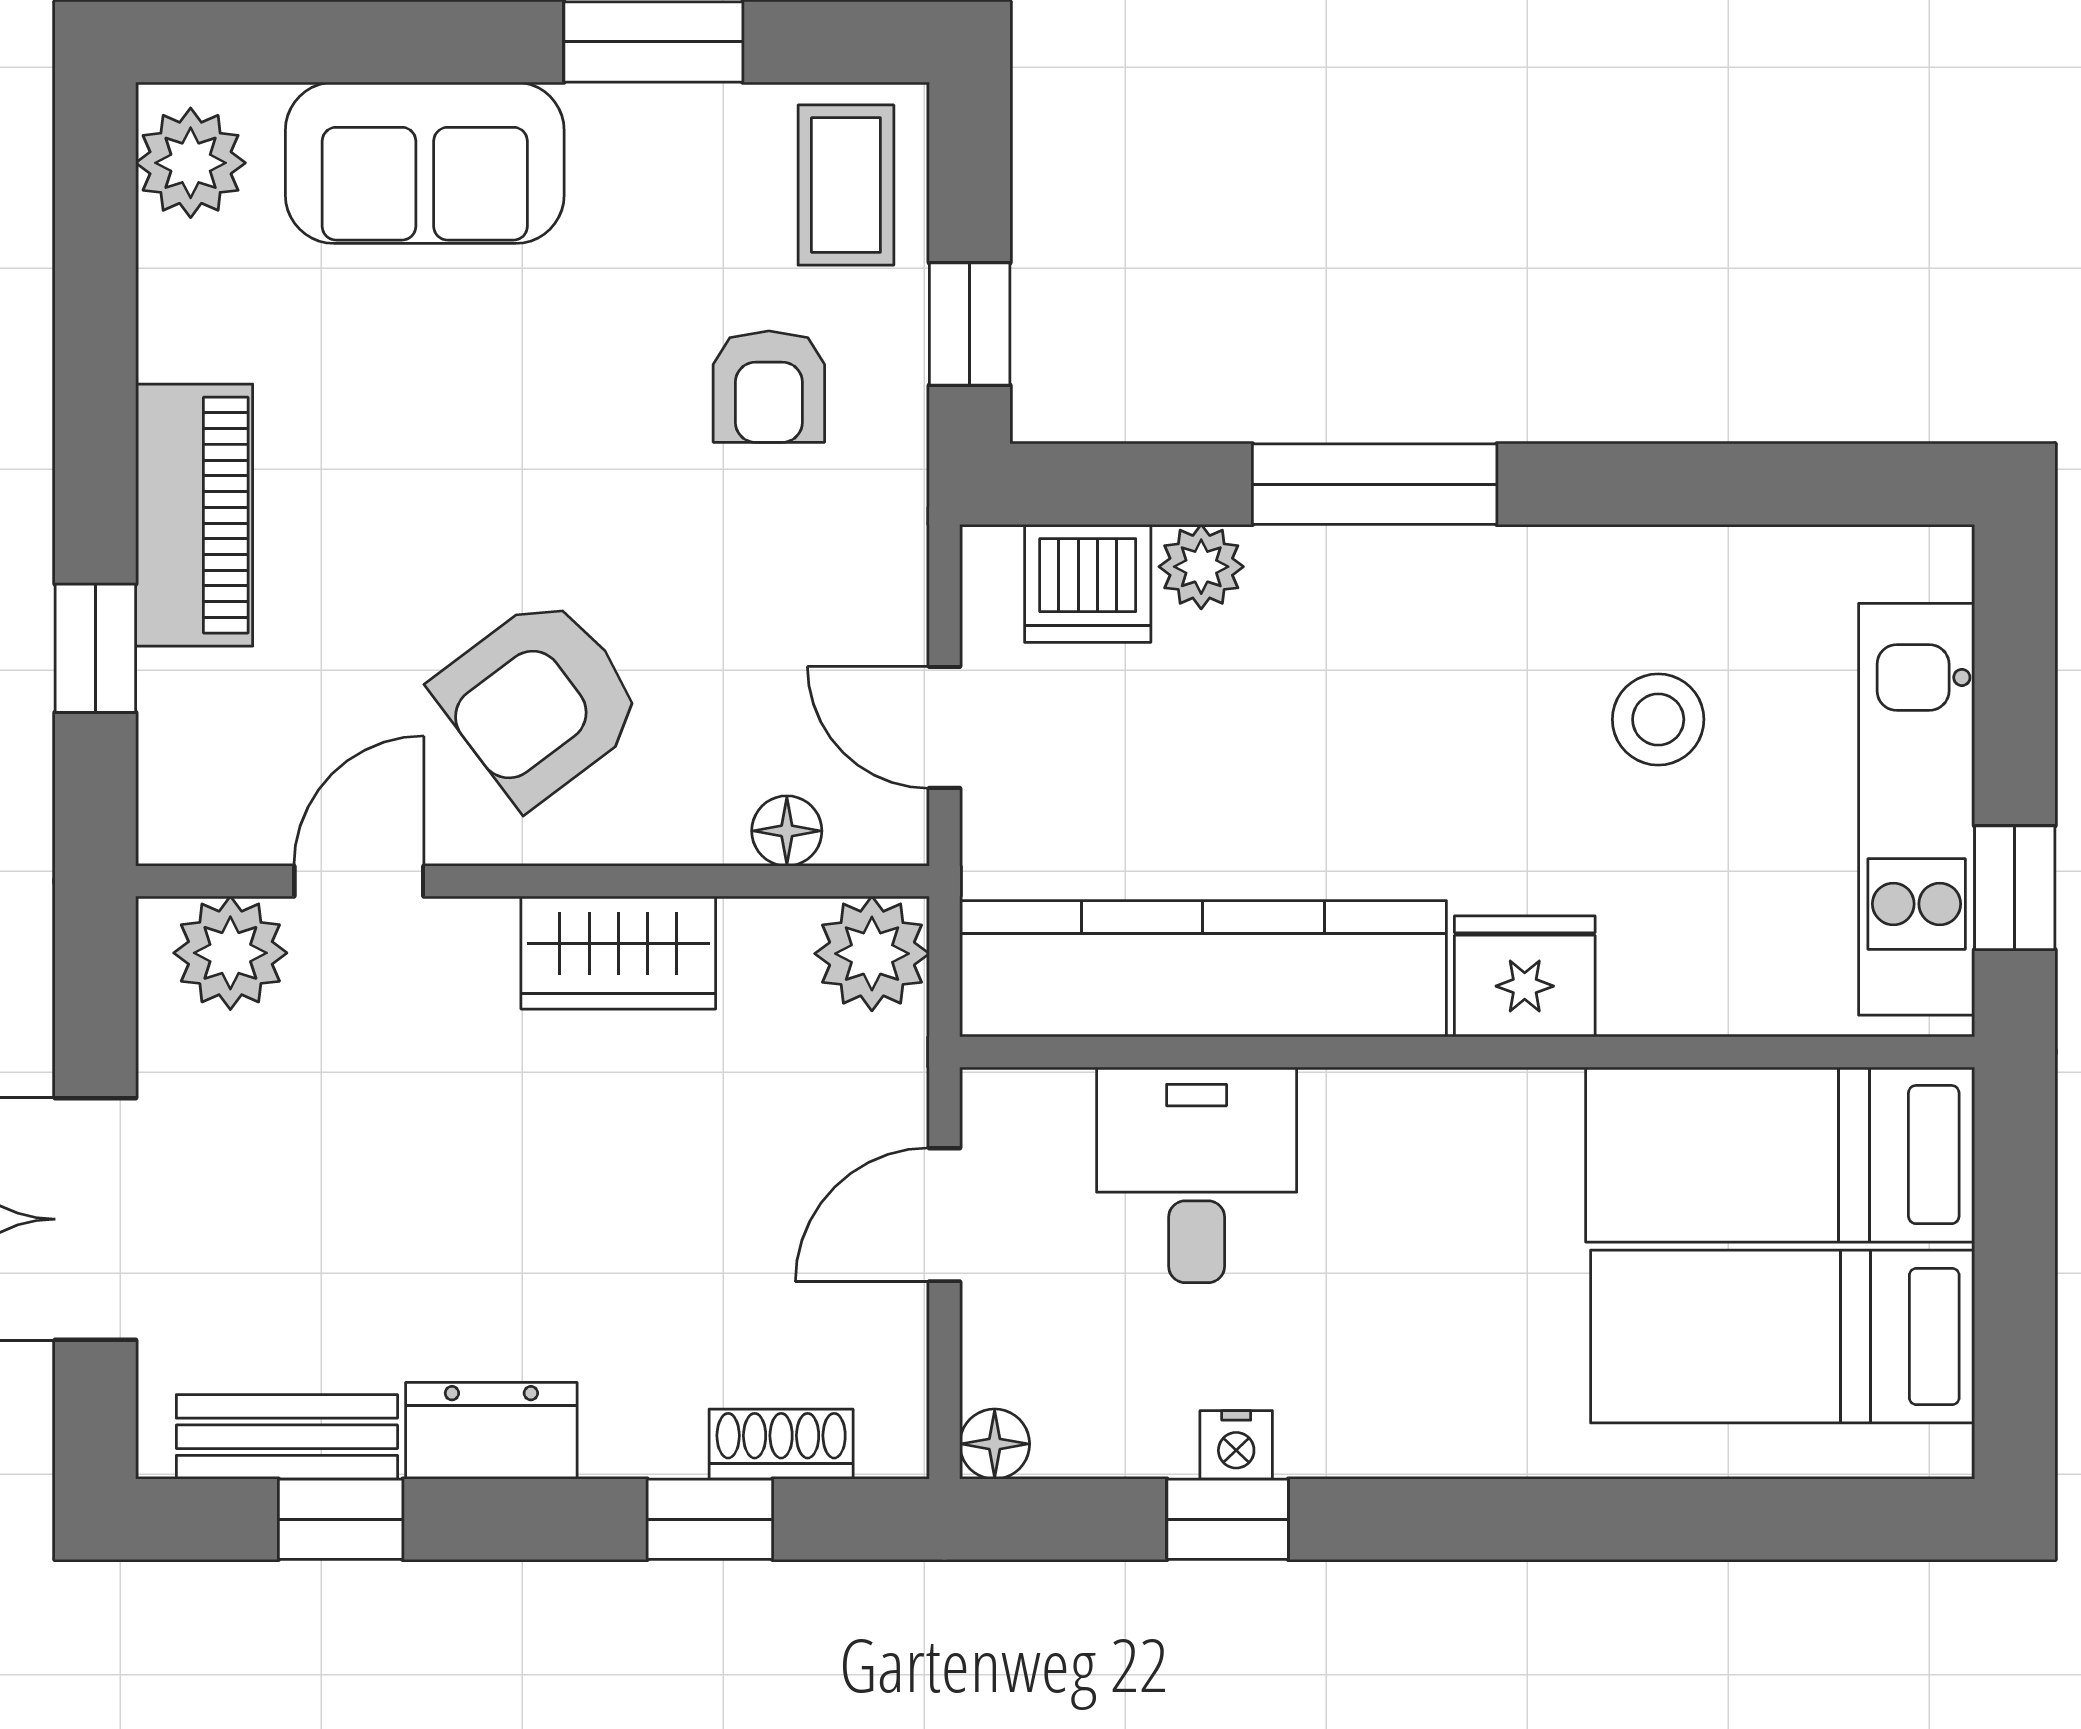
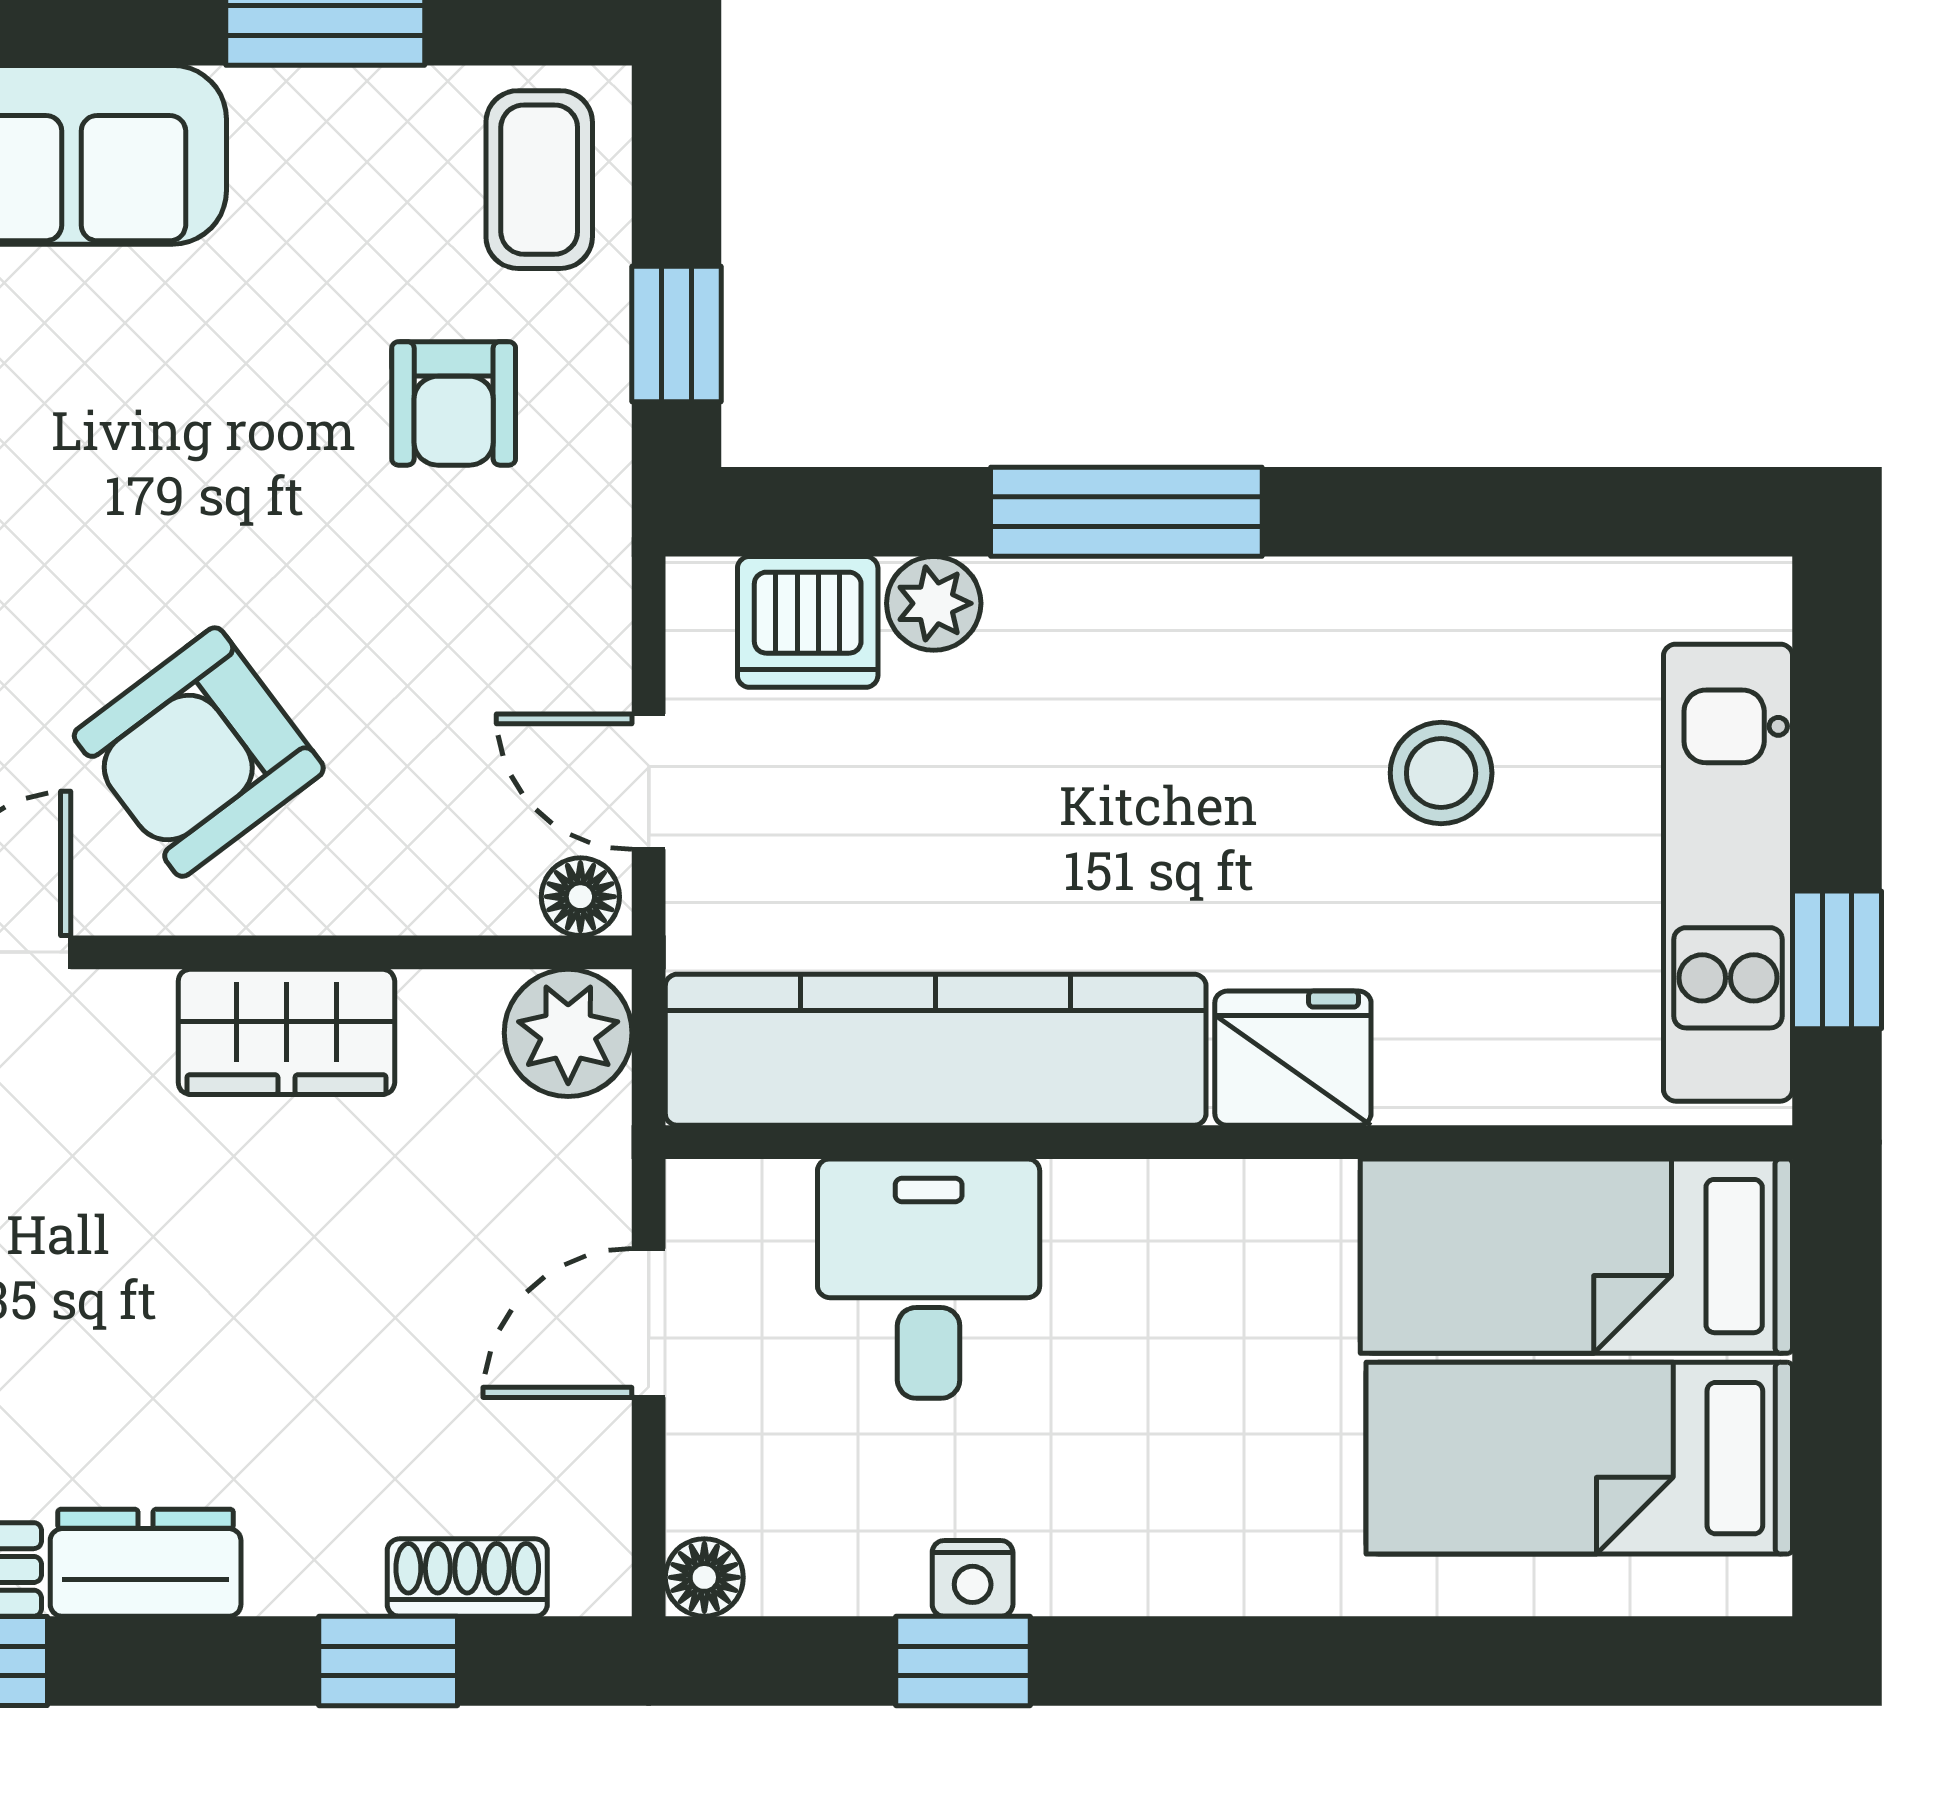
floor lamp: (787, 831) -> (580, 897), moved

